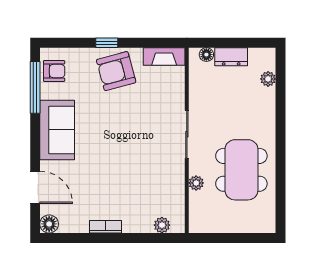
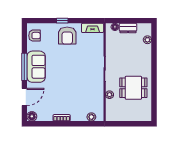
armchair: (116, 71) -> (67, 36), turned -75
window: (35, 87) -> (24, 67), moved
dining table: (241, 170) -> (133, 88), width x0.73
door: (35, 187) -> (24, 97), hinge flipped

